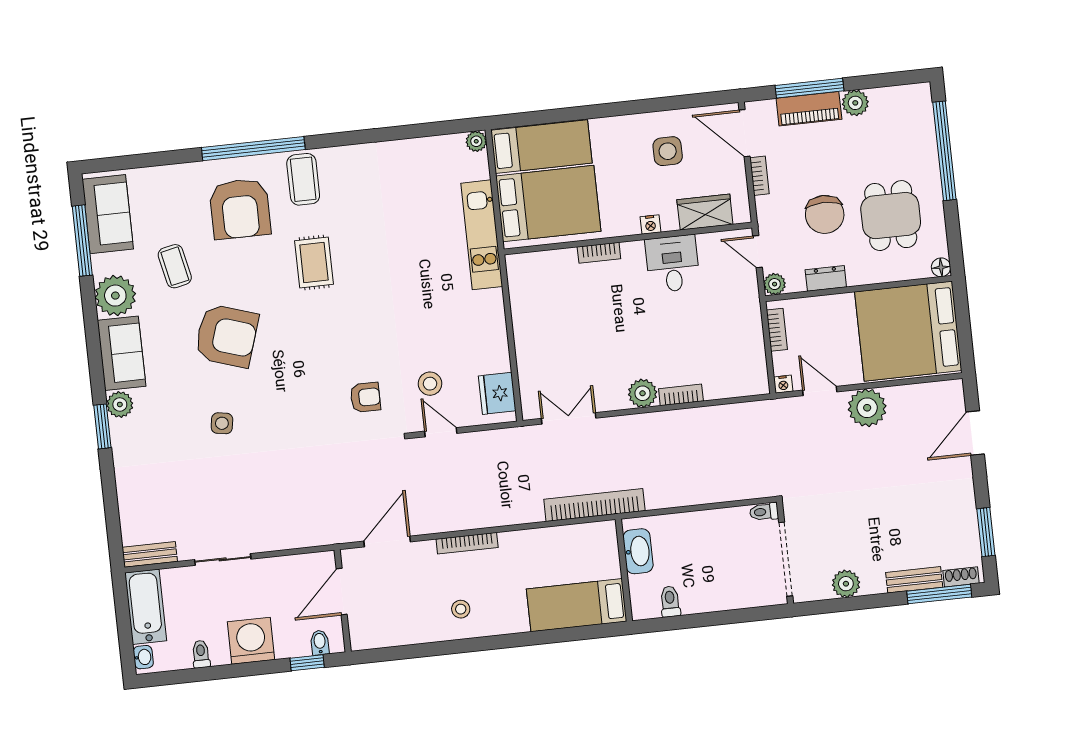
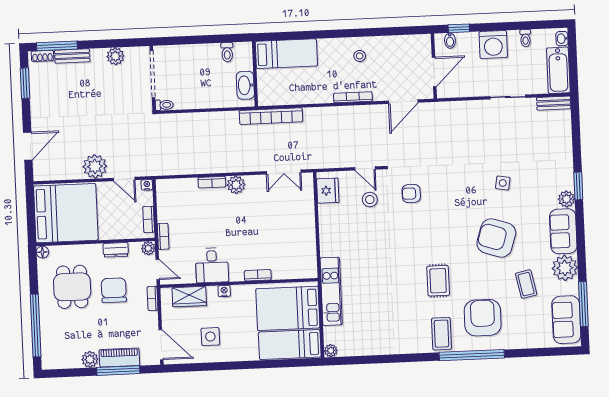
bookcase: (760, 176) -> (153, 298), moved
bookcase: (752, 305) -> (163, 236), added

